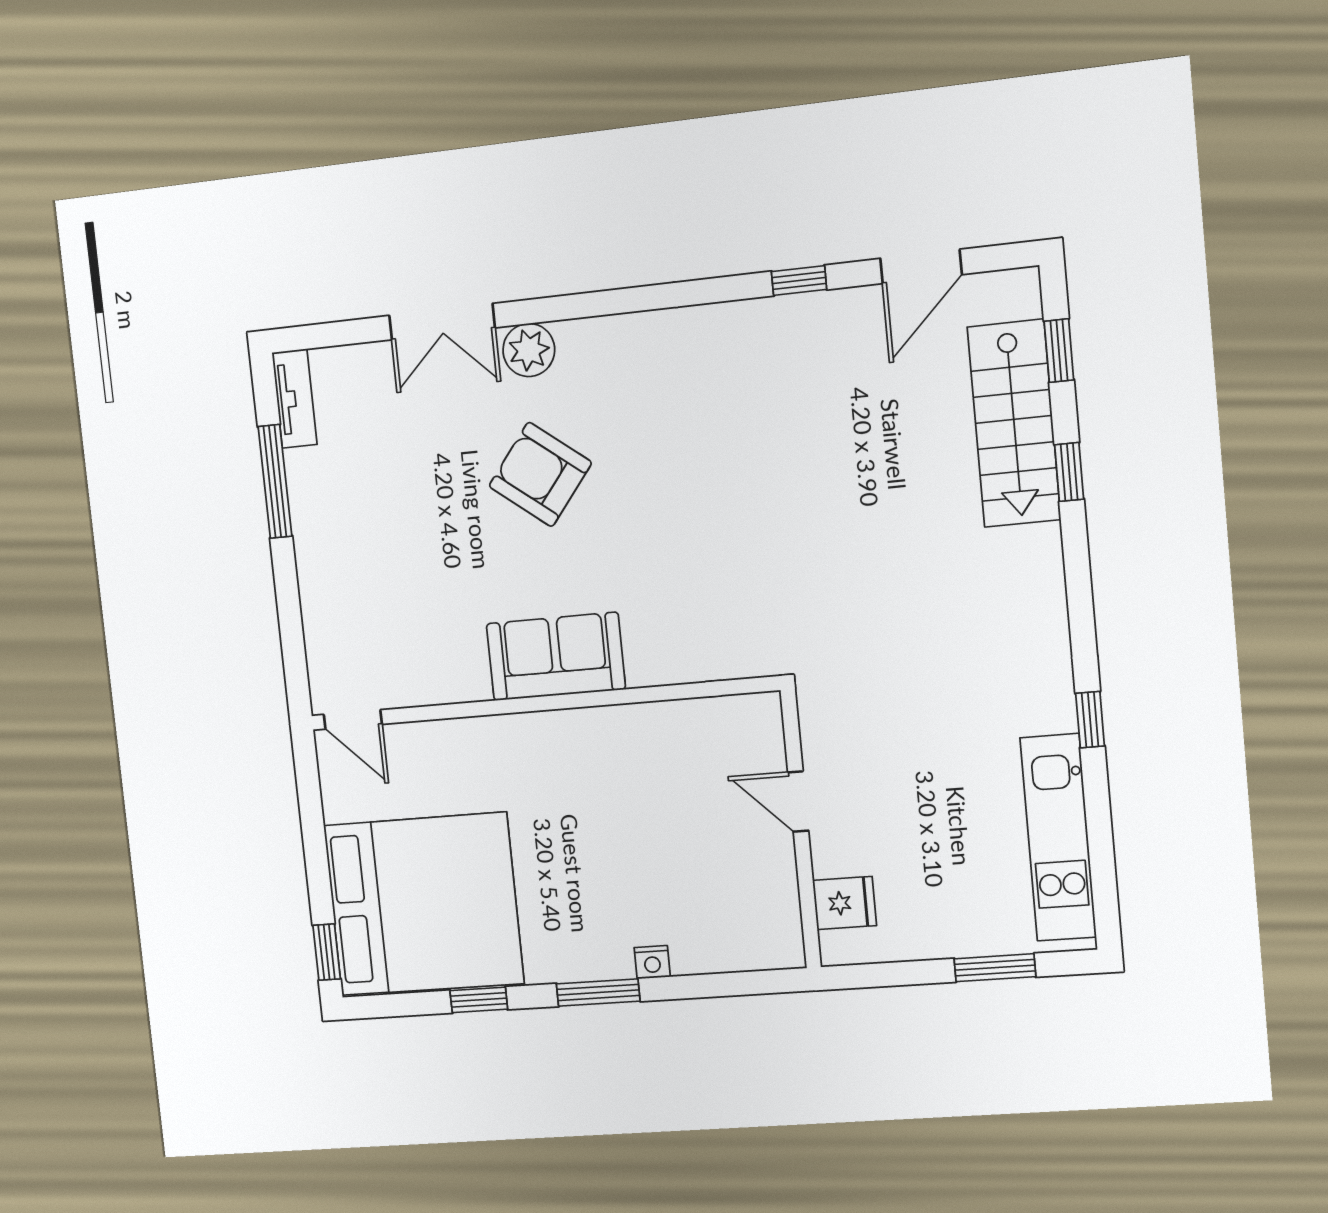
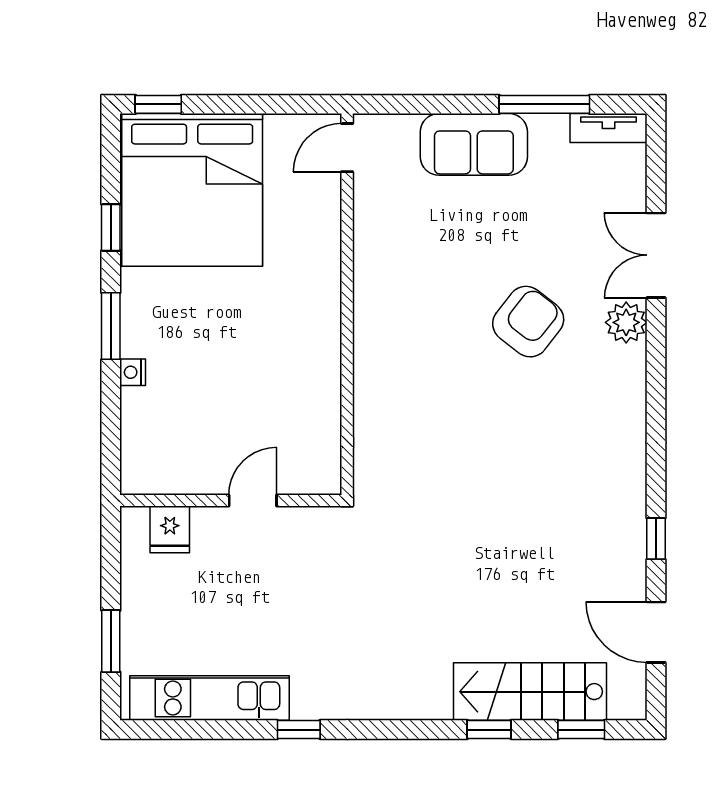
sofa: (556, 656) -> (474, 144), moved, turned 90

